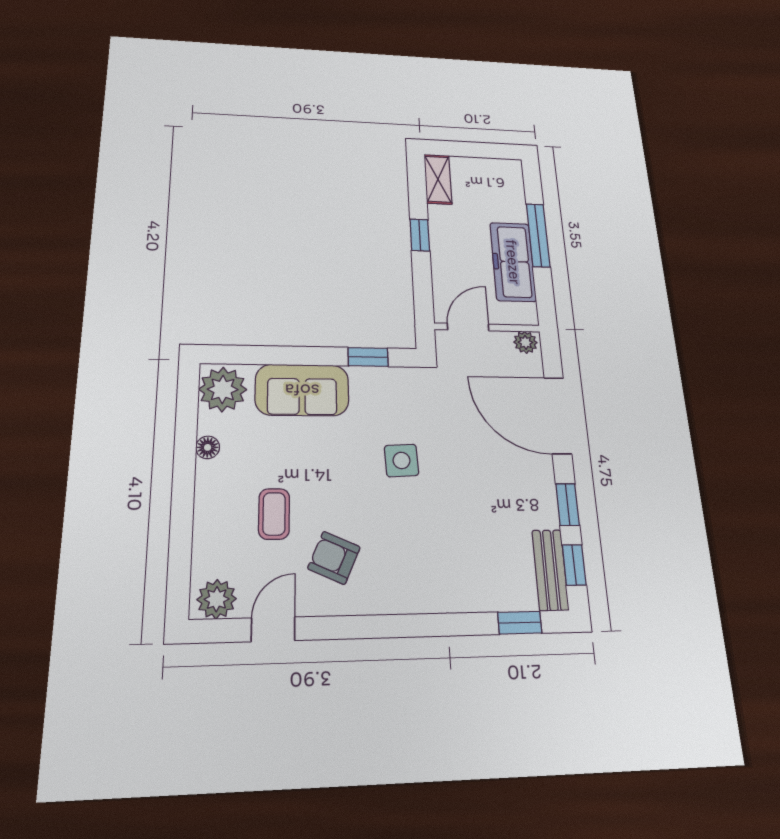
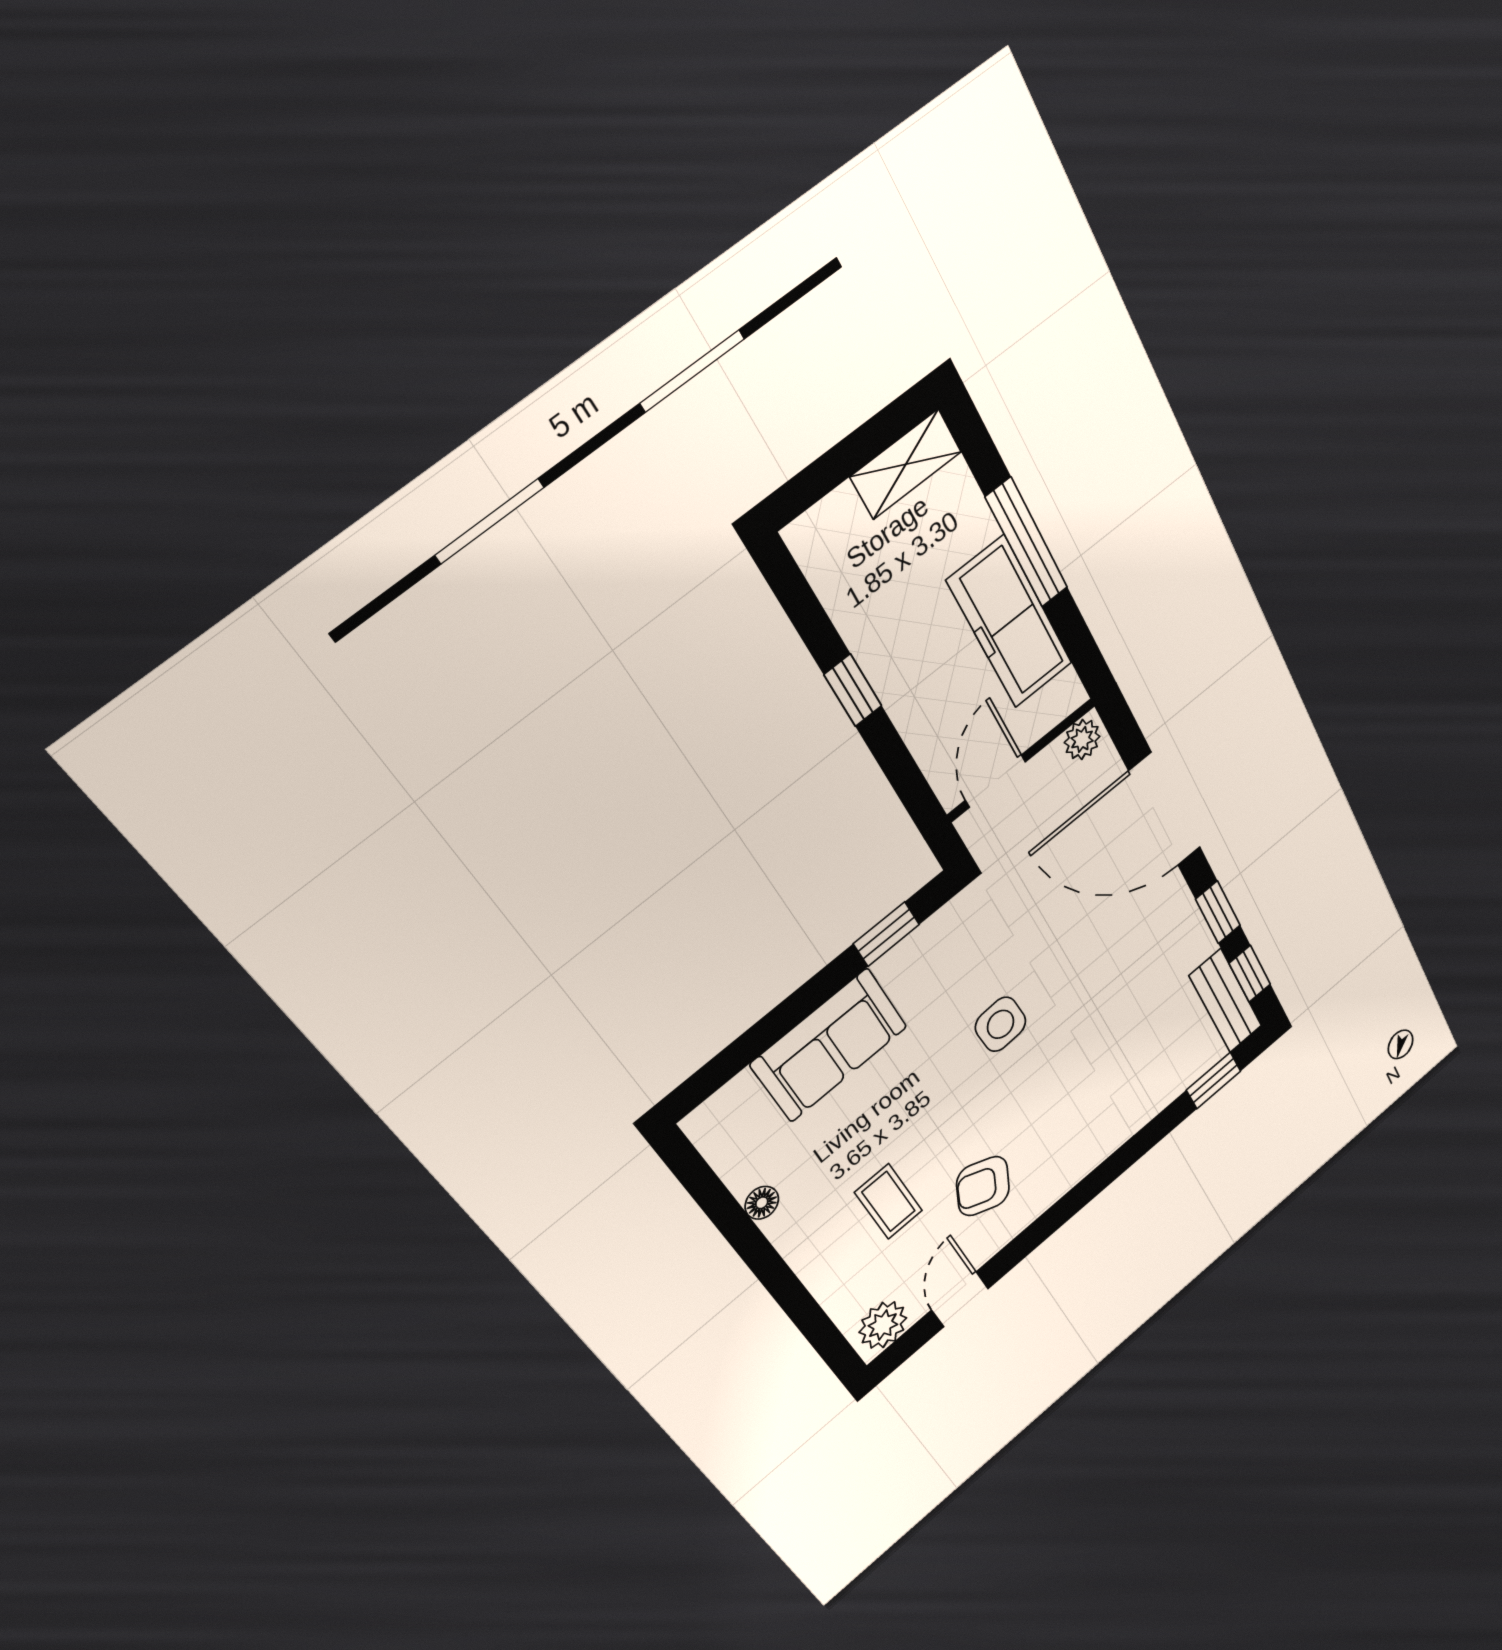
shelving: (438, 179) -> (906, 464), moved, turned 90
plant: (223, 389) -> (730, 1128), removed

